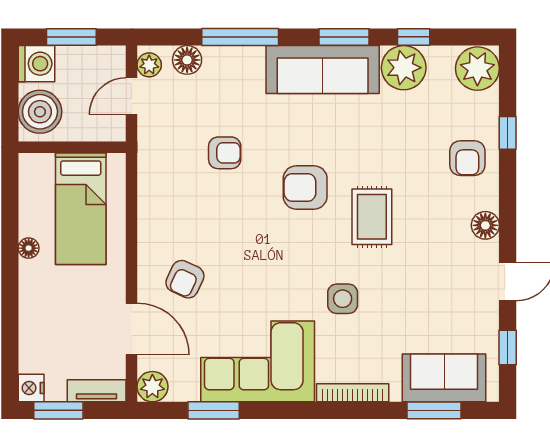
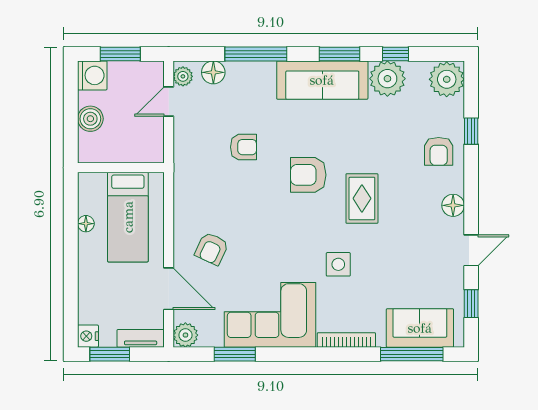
boiler: (40, 112) -> (90, 119), width x0.73, depth x0.73
wall: (72, 147) -> (121, 168), moved
bed: (81, 209) -> (128, 217), moved
window: (434, 410) -> (412, 354), width x1.44

